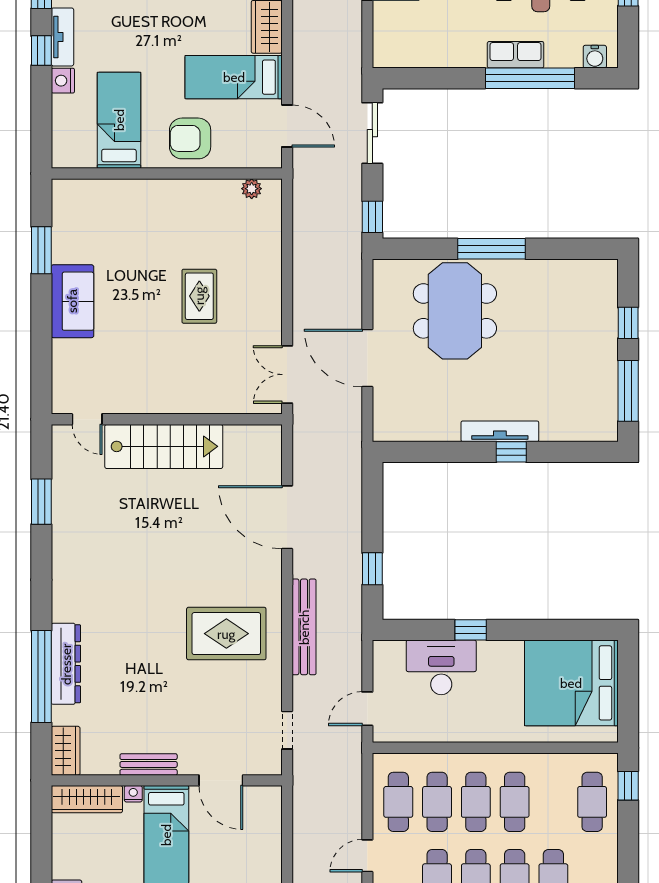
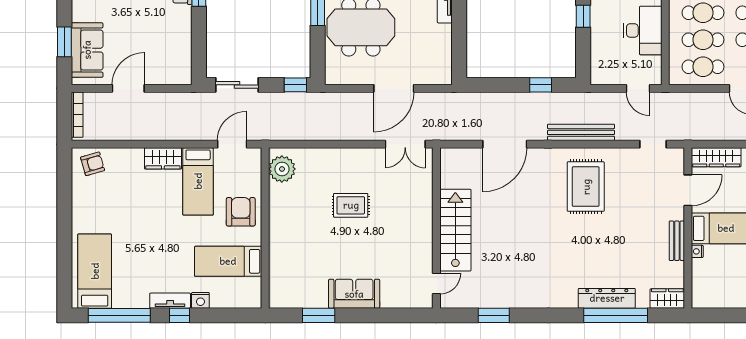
armchair: (190, 138) -> (241, 212), turned 180
plant: (252, 189) -> (282, 169), width x1.87, depth x1.87
desk: (441, 667) -> (643, 30), moved, turned 180
wardrobe: (87, 799) -> (716, 157), moved, turned 90

